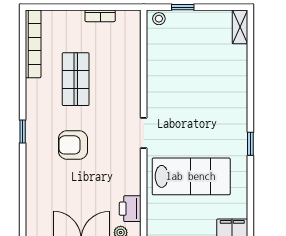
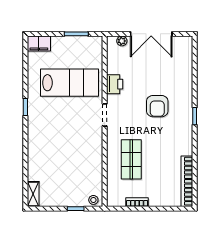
shop shelf: (76, 79) -> (131, 159), moved
armchair: (73, 145) -> (157, 106), turned 90
lab bench: (191, 176) -> (69, 83), turned 180
printer: (130, 209) -> (115, 84), moved

